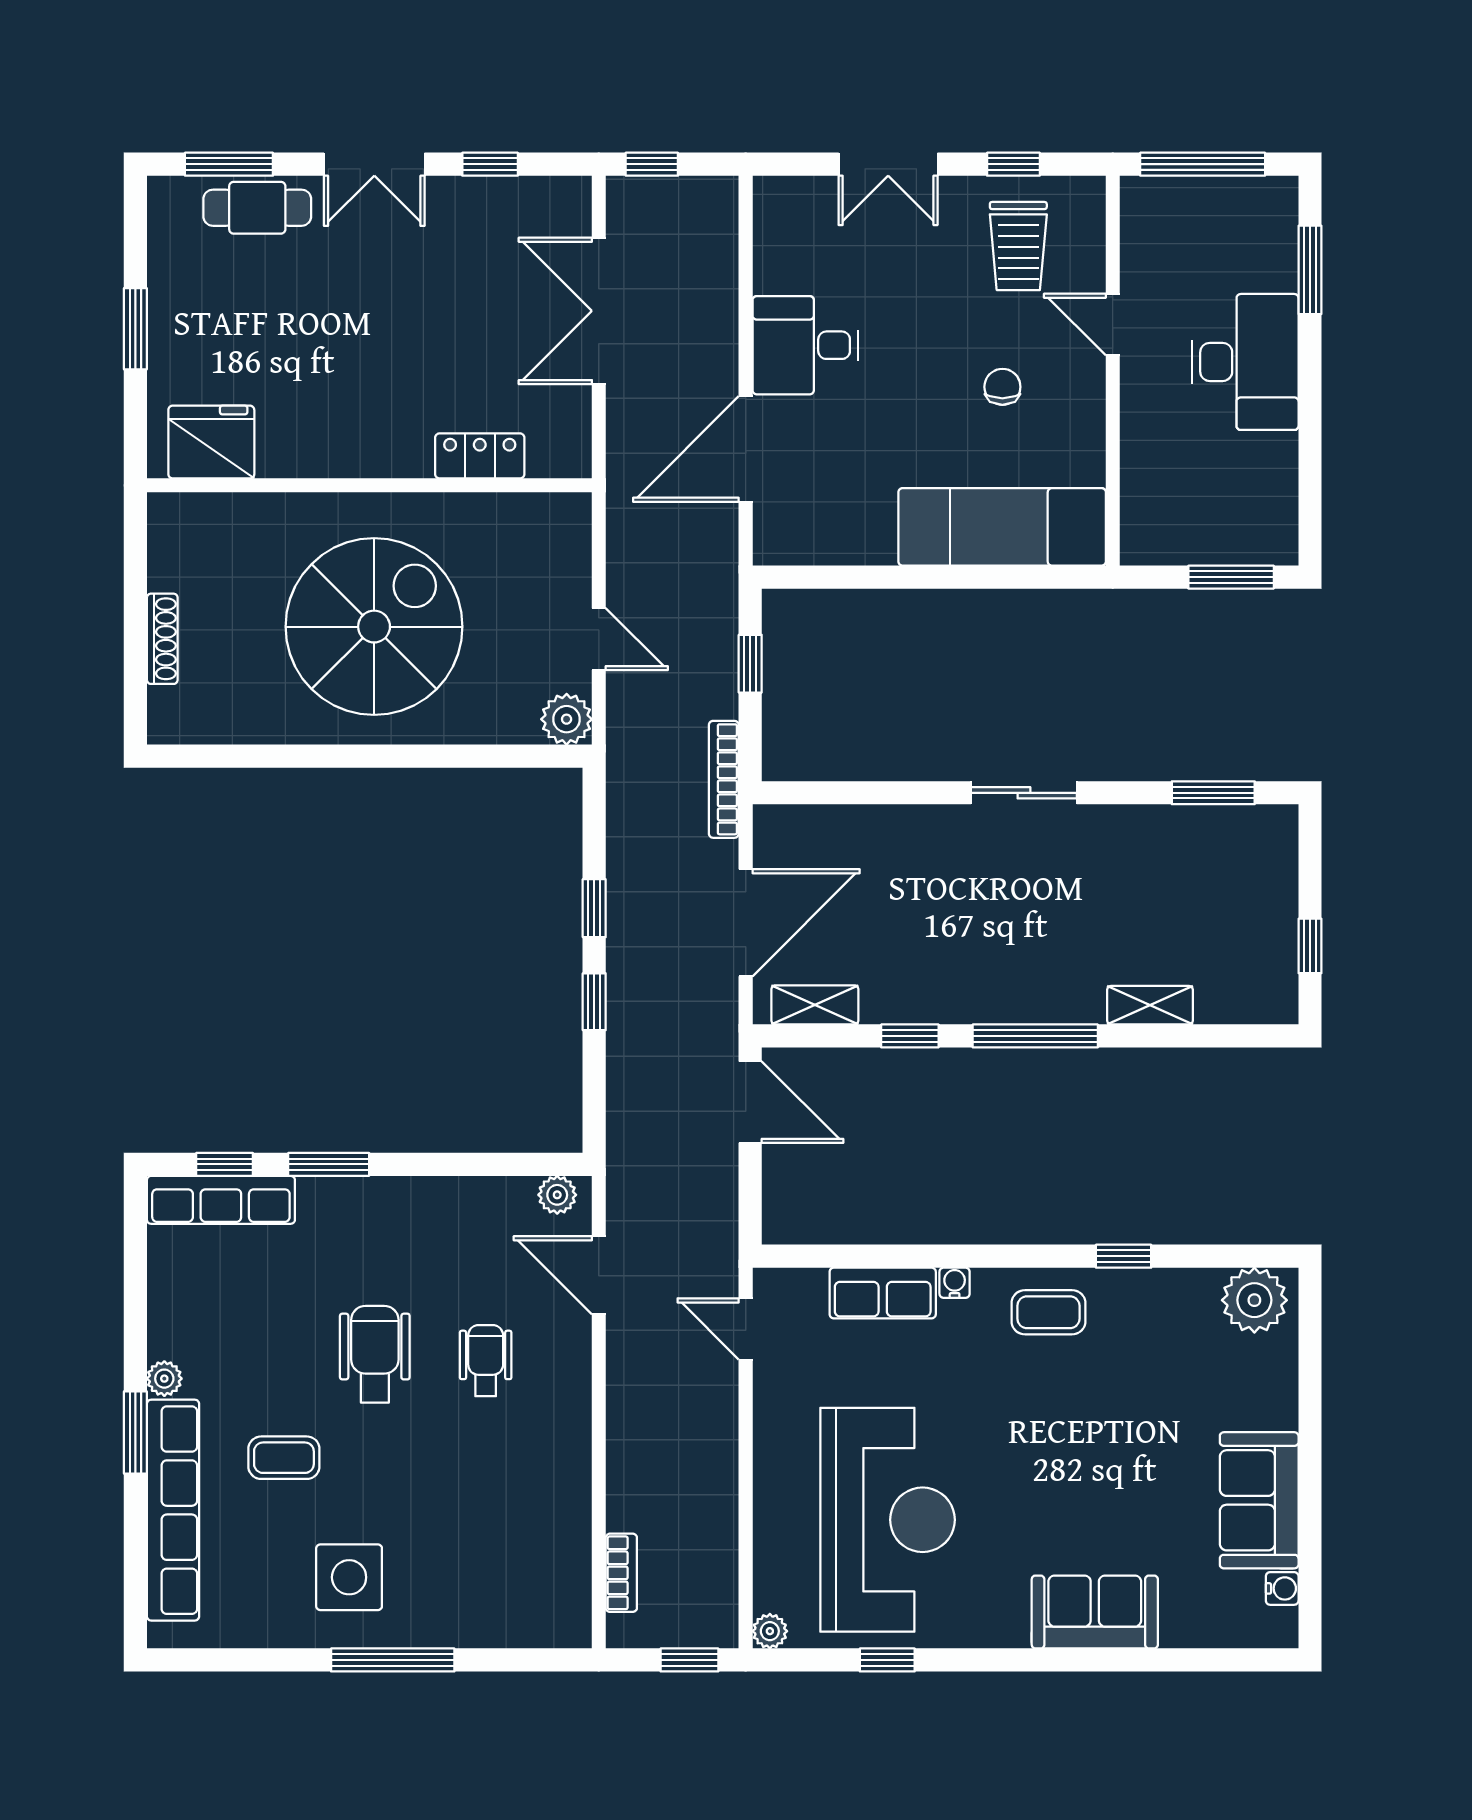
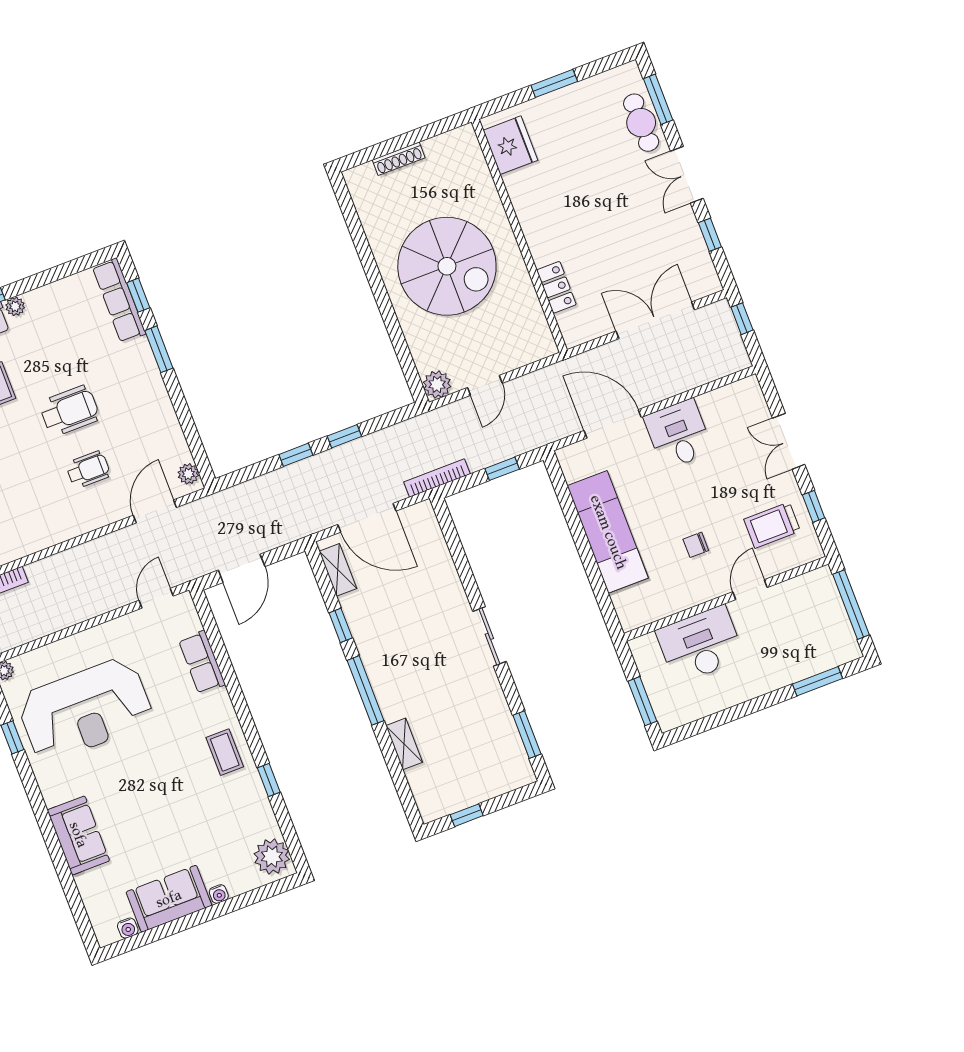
desk: (1245, 362) -> (700, 645), moved, turned 180
chair: (1002, 387) -> (696, 545), turned 180
exam couch: (1002, 527) -> (608, 532), moved
door: (750, 1102) -> (242, 568), moved
water cooler: (955, 1283) -> (219, 894), moved, turned 90

